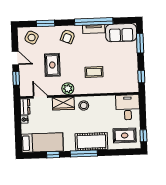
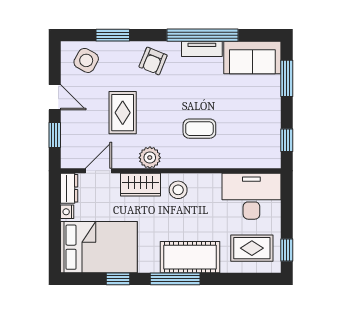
door: (40, 97) -> (98, 171), hinge flipped
desk: (128, 107) -> (251, 196), width x1.37
bed: (42, 143) -> (99, 247), width x1.50

